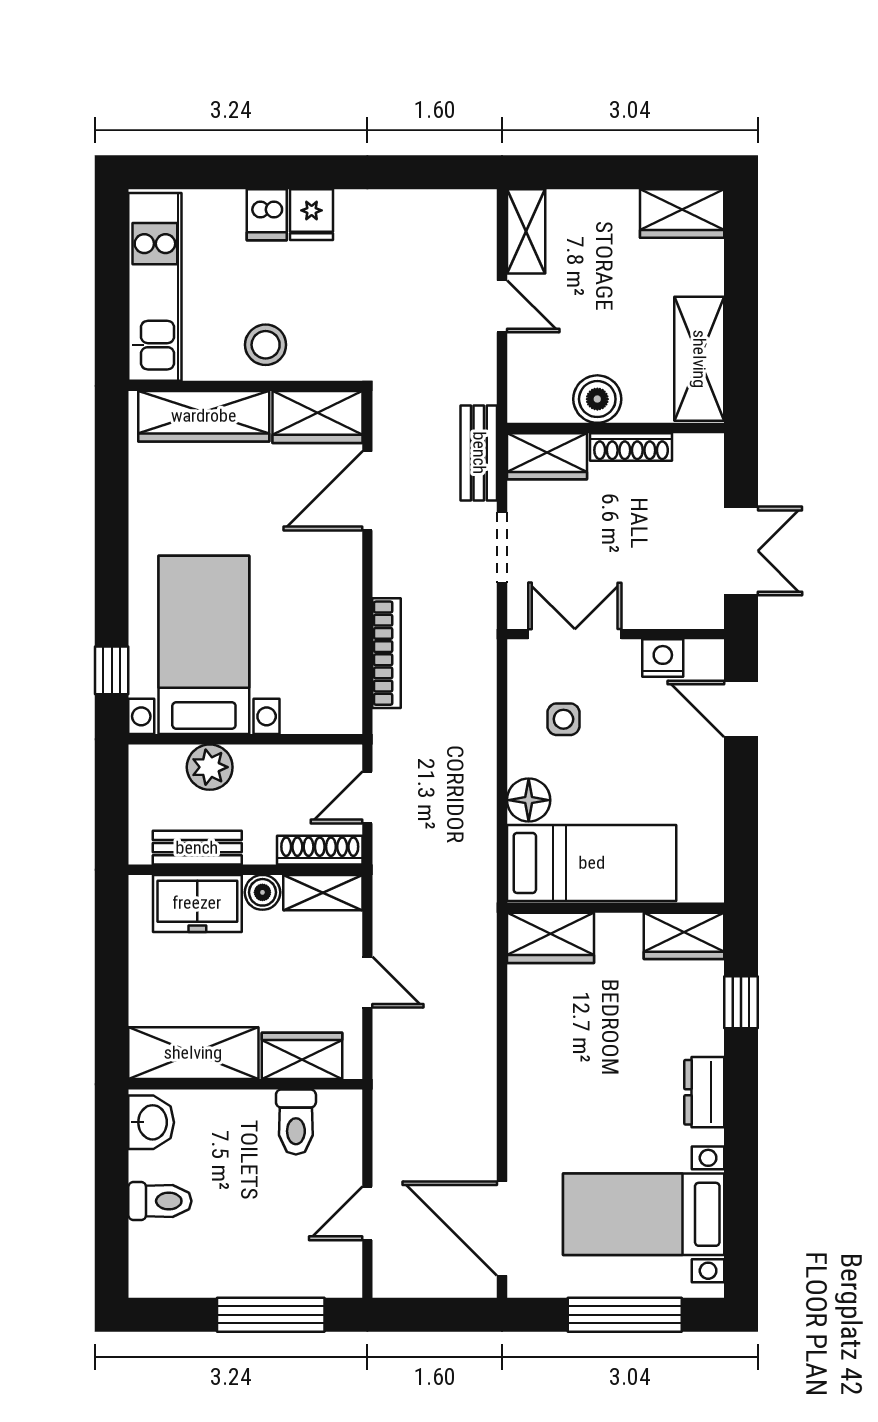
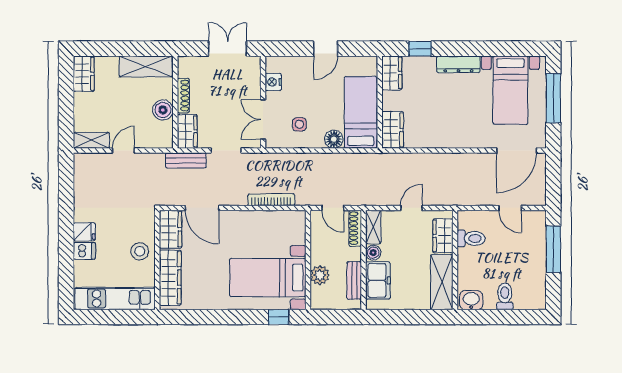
door: (741, 709) -> (326, 49), moved
dresser: (704, 1092) -> (458, 64), width x1.44

